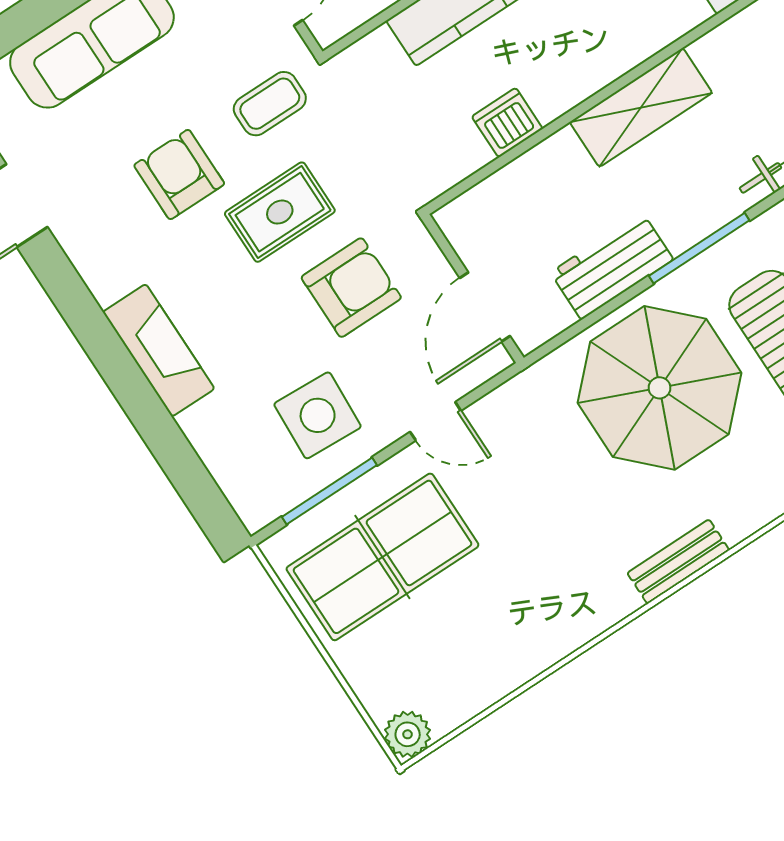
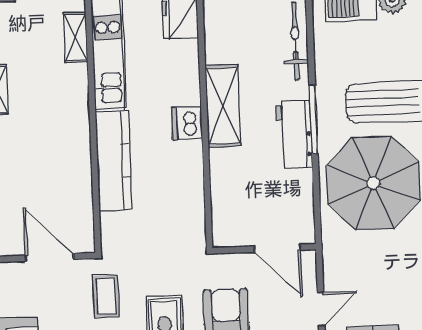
dishwasher: (507, 123) -> (187, 123), moved
workbench: (612, 266) -> (294, 134), moved

